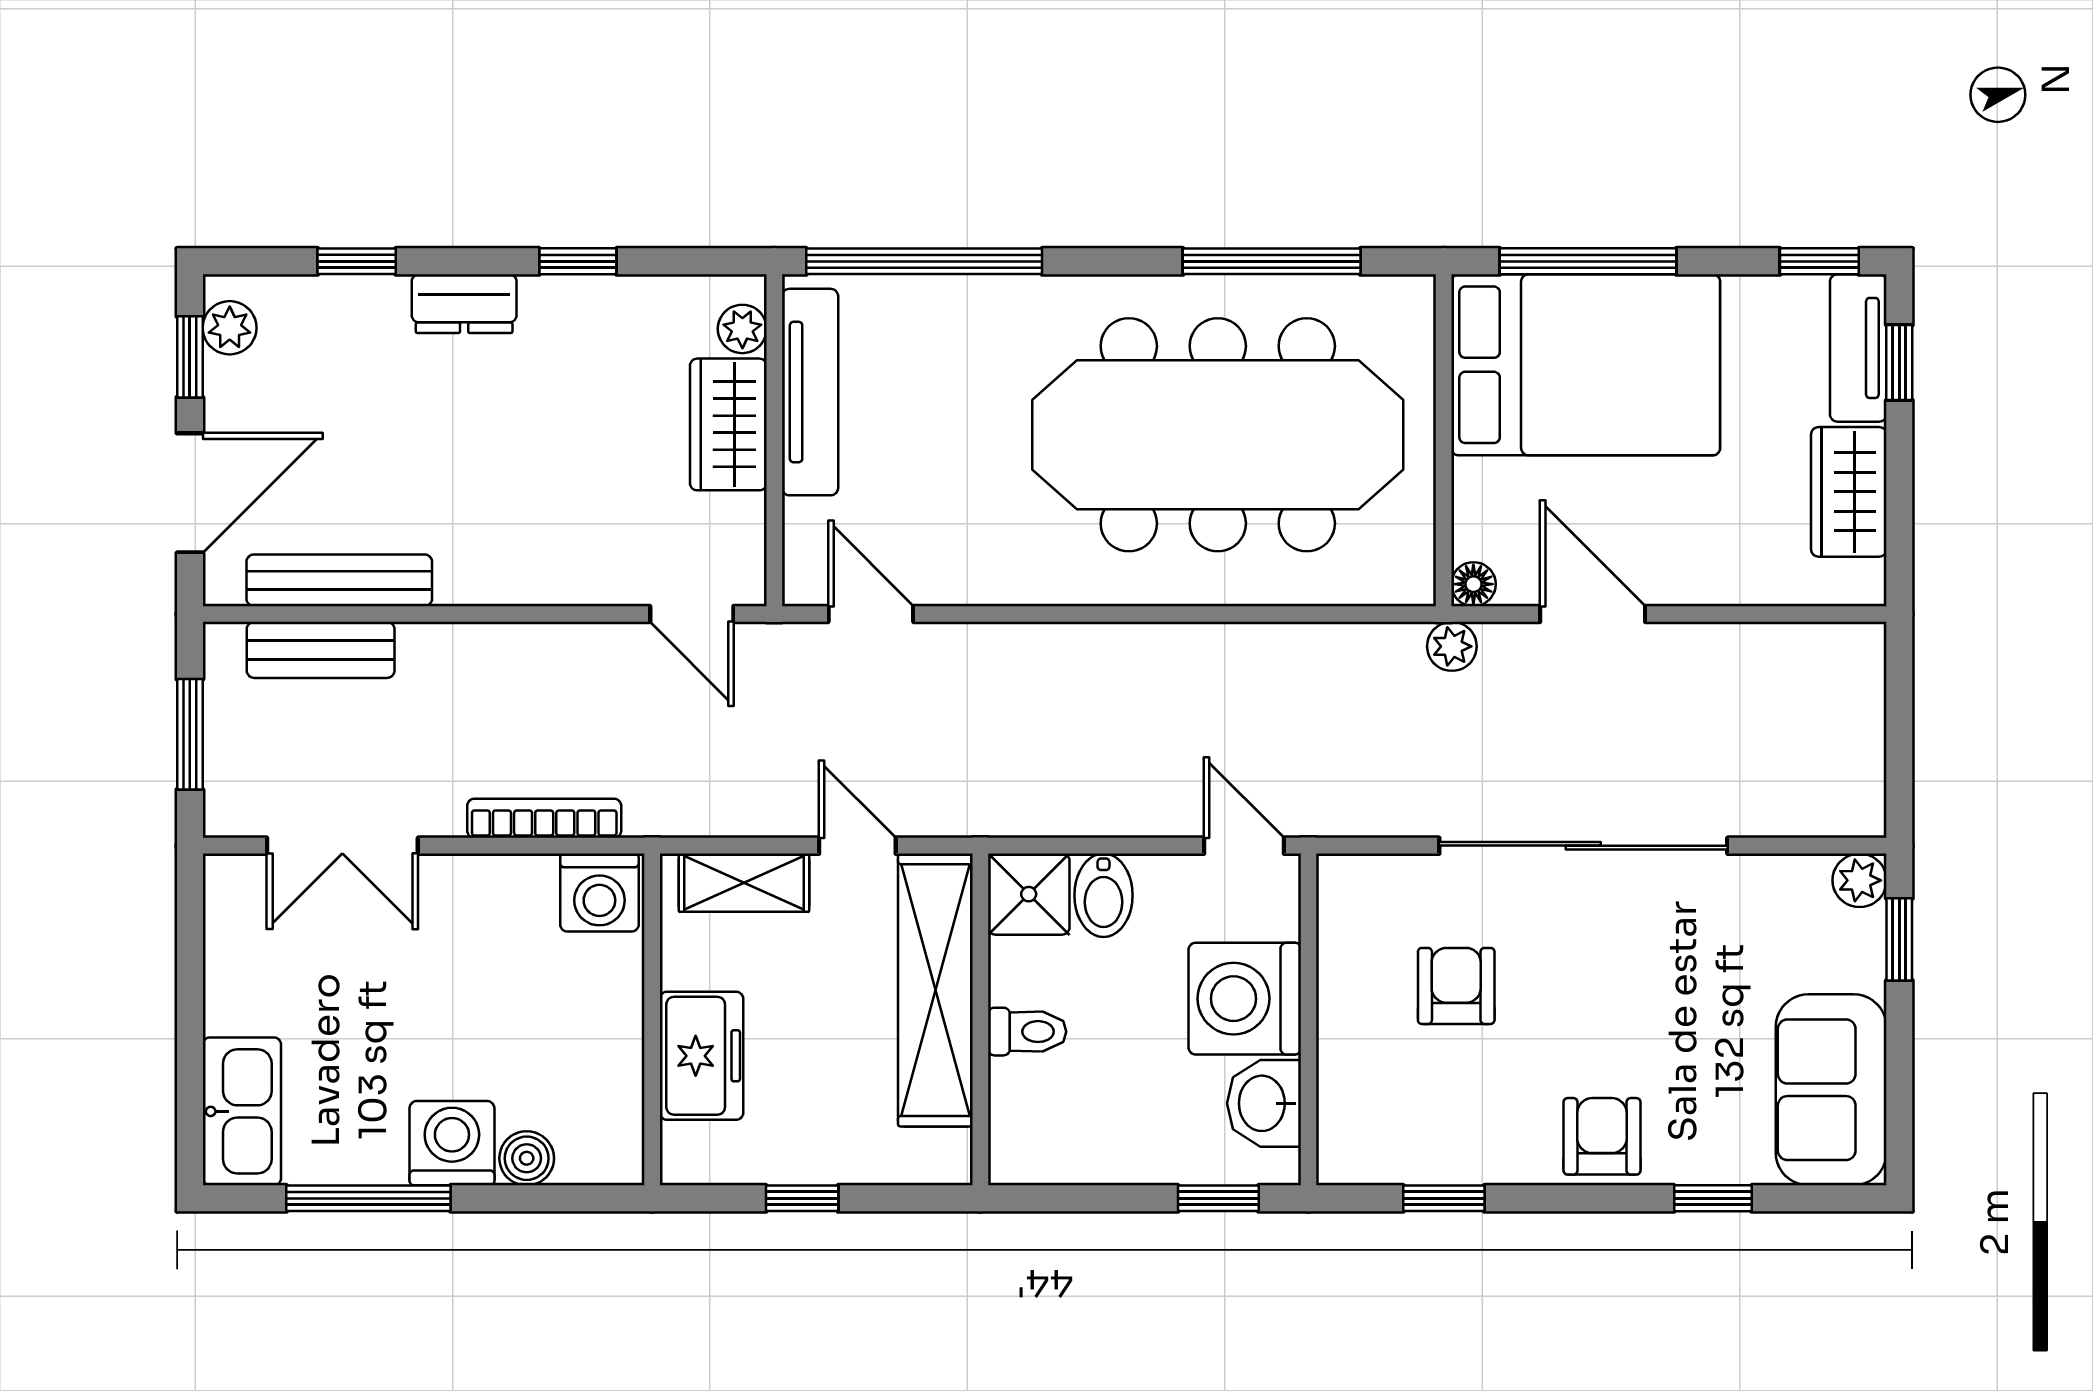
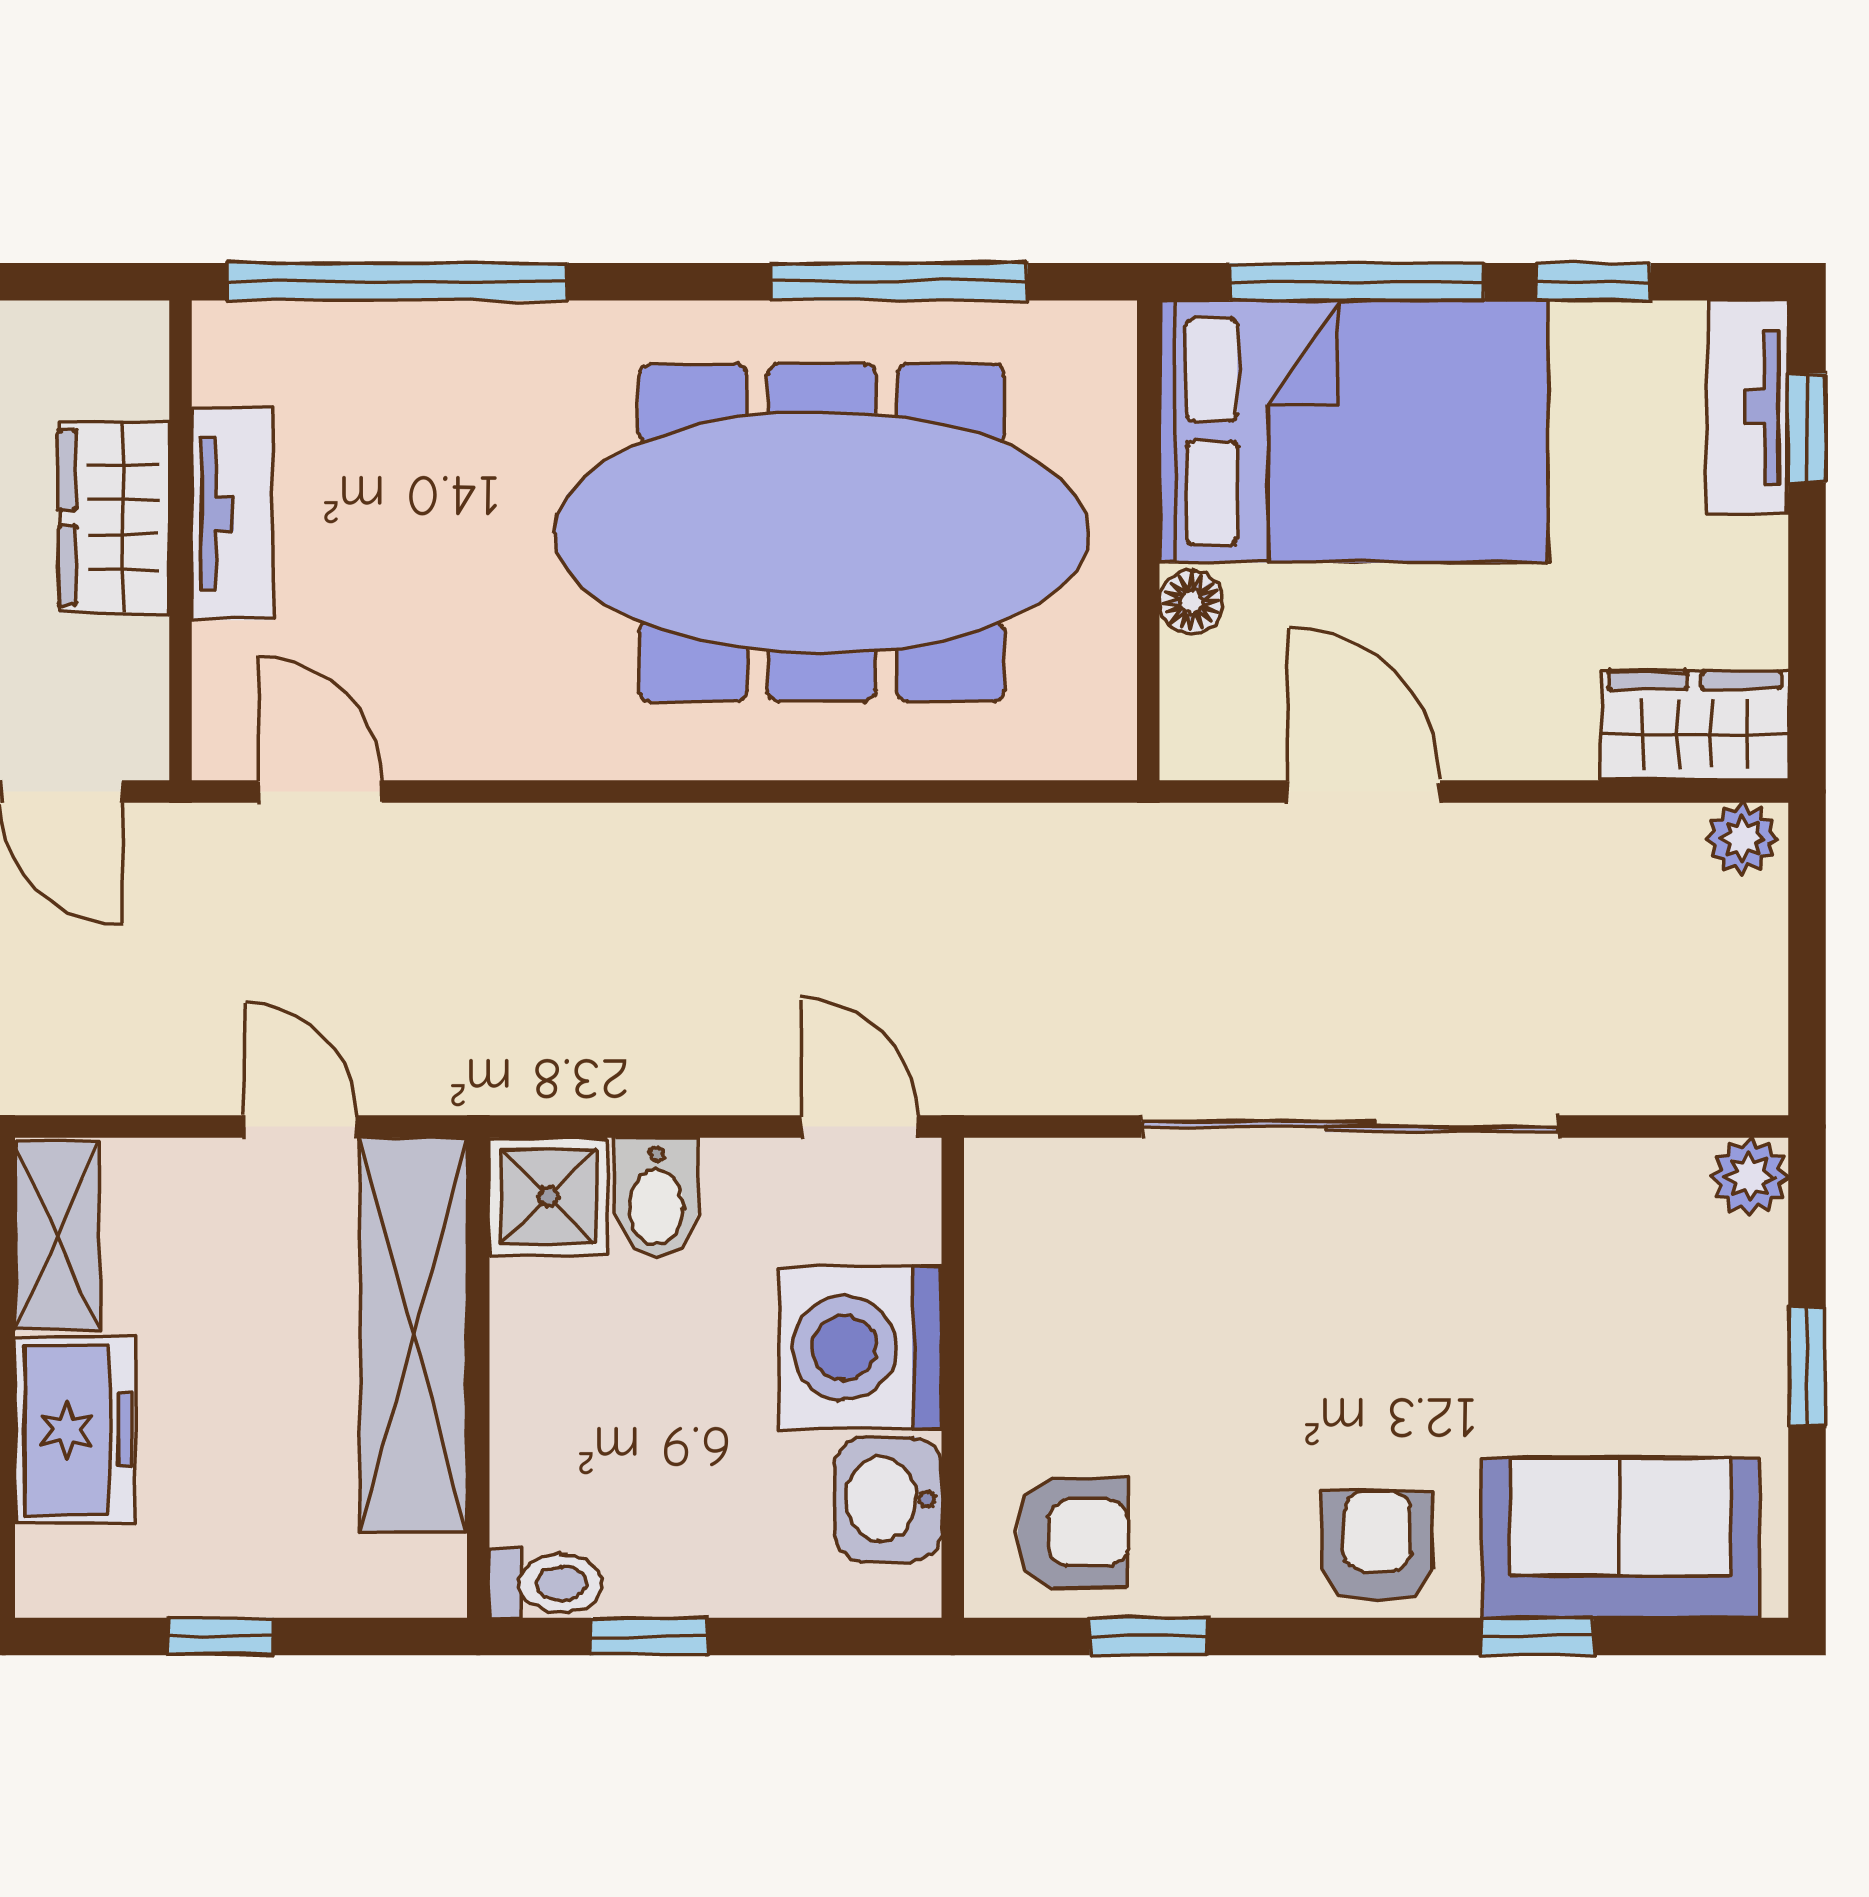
window: (1819, 261) -> (1593, 282), moved
plant: (742, 329) -> (134, 379), removed
tv unit: (810, 392) -> (232, 514), width x0.71
wardrobe: (1849, 492) -> (1695, 726), moved, turned 90
floor lamp: (1473, 584) -> (1191, 602), moved
plant: (1452, 646) -> (1742, 838), moved
shelving: (744, 883) -> (57, 1236), moved, turned 90
window: (1899, 939) -> (1807, 1366), moved
armchair: (1456, 986) -> (1073, 1533), moved, turned 90
toilet: (1027, 1032) -> (546, 1583), moved
sofa: (1831, 1090) -> (1620, 1538), moved, turned 90
window: (1218, 1198) -> (649, 1636), moved

